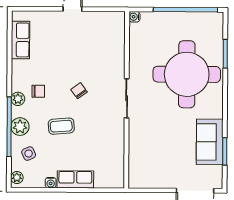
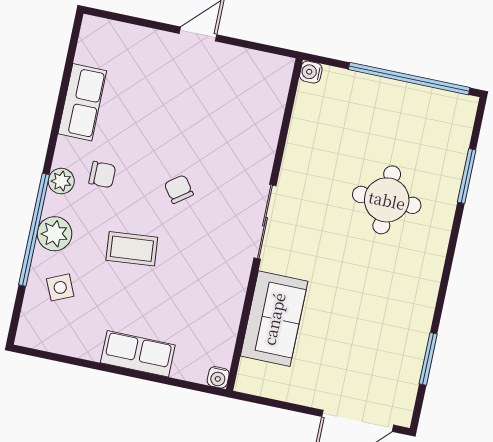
row of seats: (20, 40) -> (82, 102), moved
round table: (187, 74) -> (387, 200), width x0.54, depth x0.54
sofa: (210, 142) -> (274, 319), moved, turned 180
plant: (17, 178) -> (29, 328), removed
water cooler: (51, 183) -> (218, 377), moved

